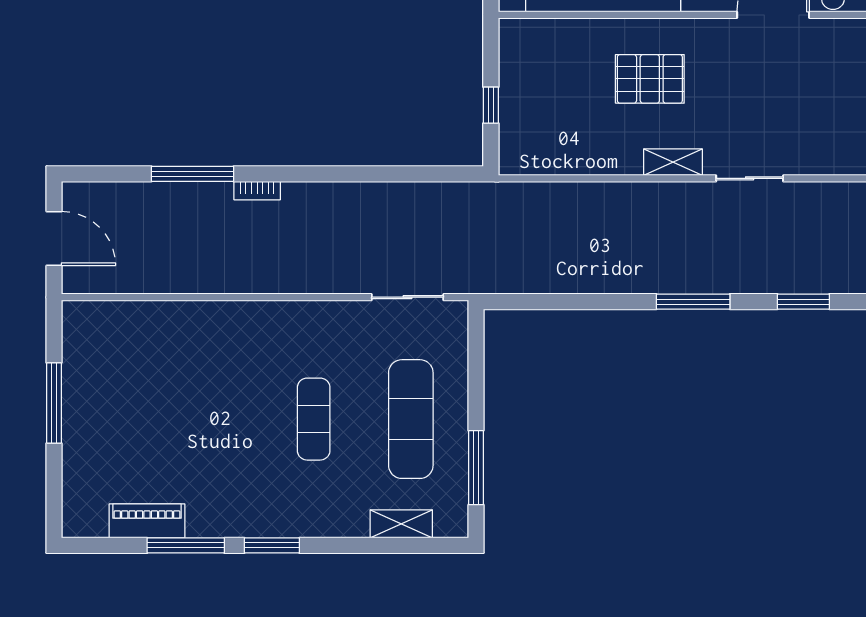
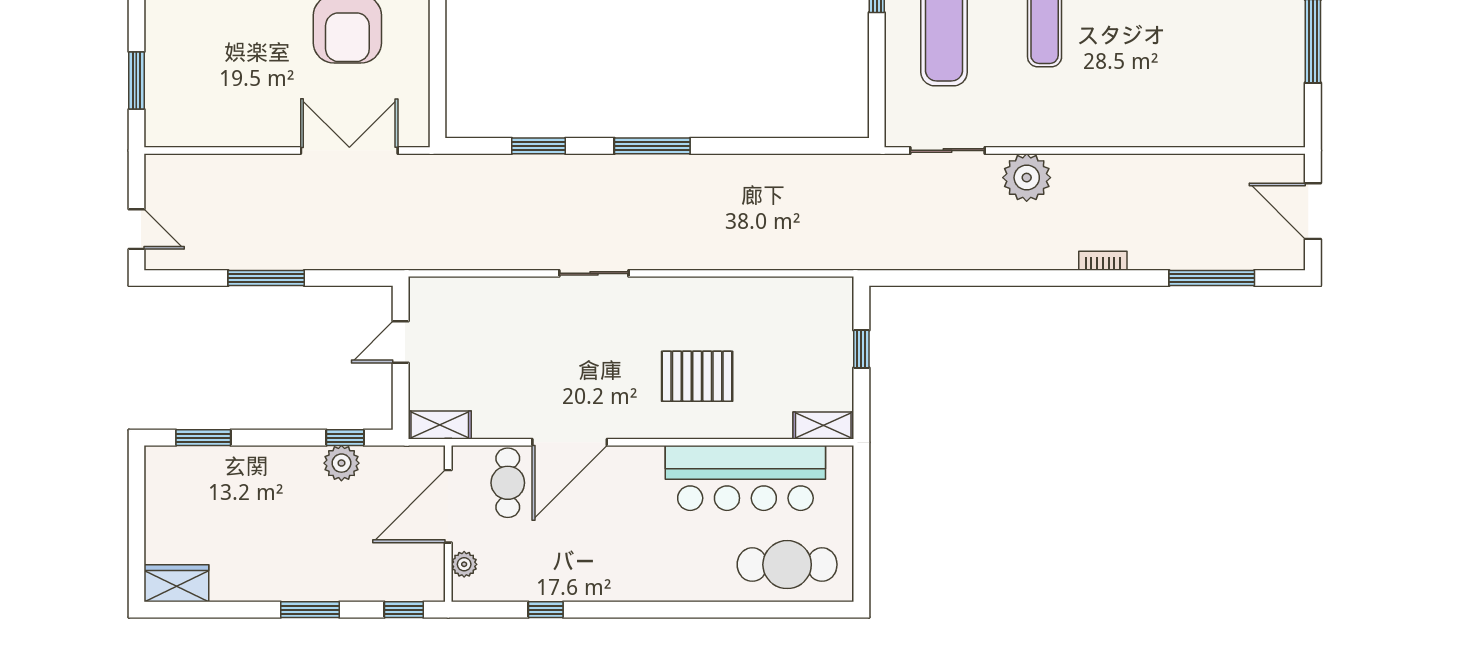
shelving: (673, 162) -> (823, 426), moved
window: (192, 174) -> (1212, 278), moved
plant: (331, 271) -> (1027, 178), added

